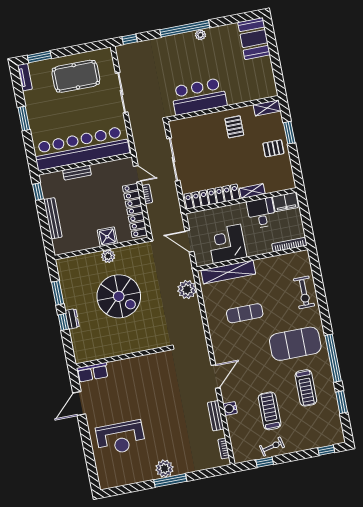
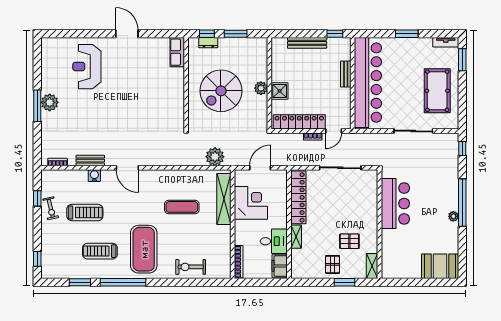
pallet: (234, 127) -> (349, 241), moved
exercise mat: (245, 313) -> (182, 207), turned 90
wall: (123, 357) -> (186, 83), moved
row of seats: (93, 372) -> (177, 52), moved

